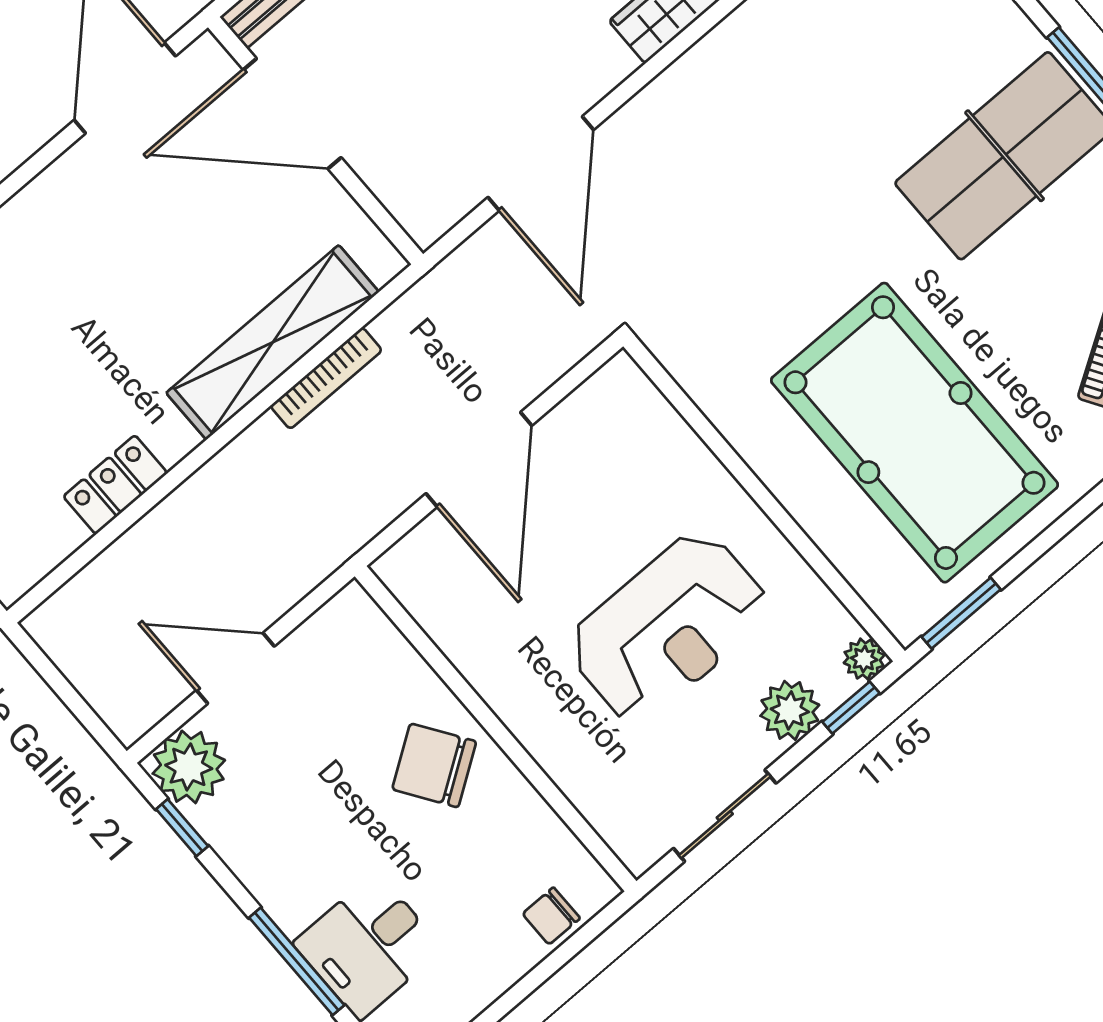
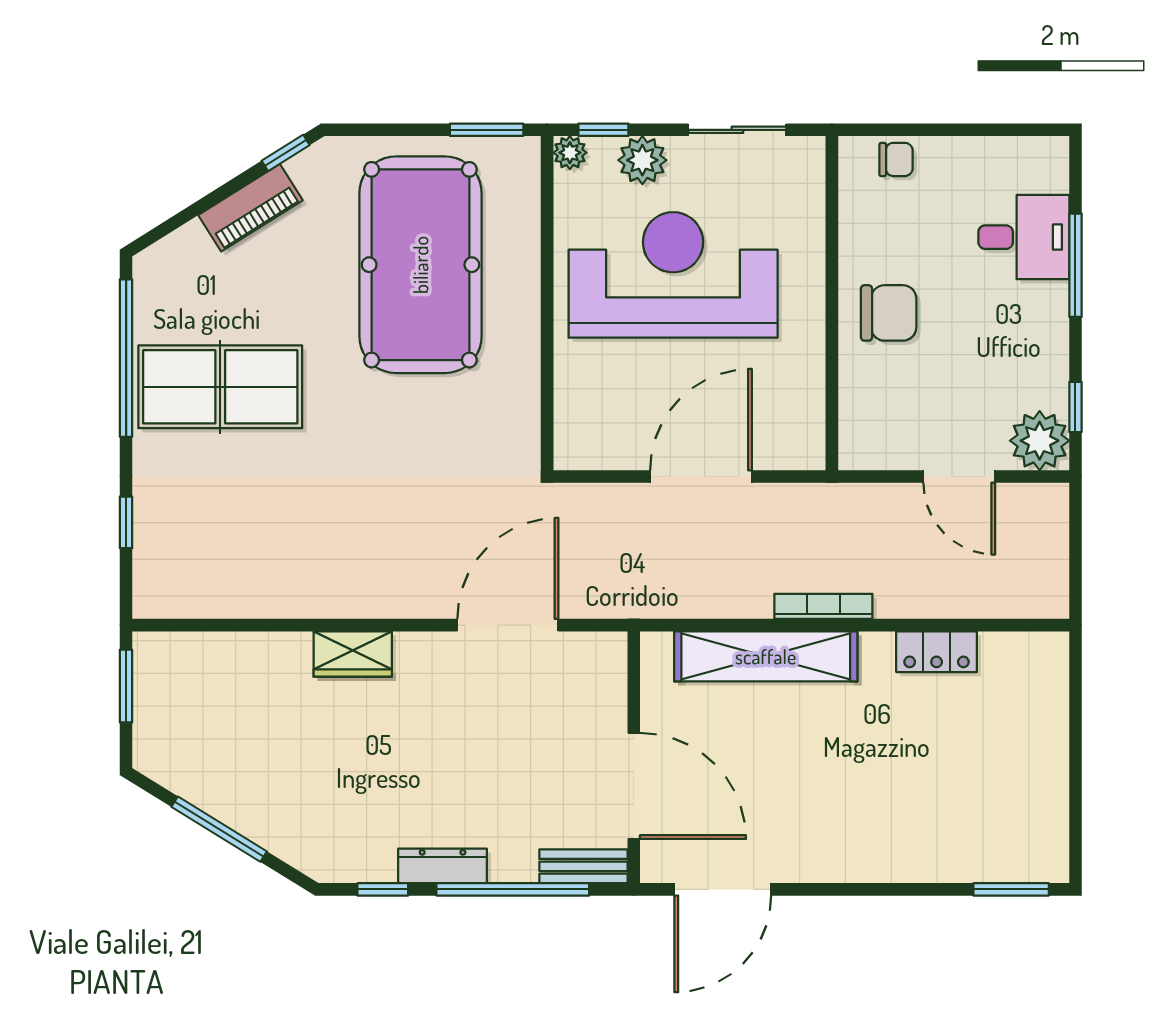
bookcase: (326, 378) -> (823, 606), moved
reception desk: (668, 627) -> (673, 275), width x1.36, depth x1.30
chair: (434, 765) -> (889, 313), turned -56

